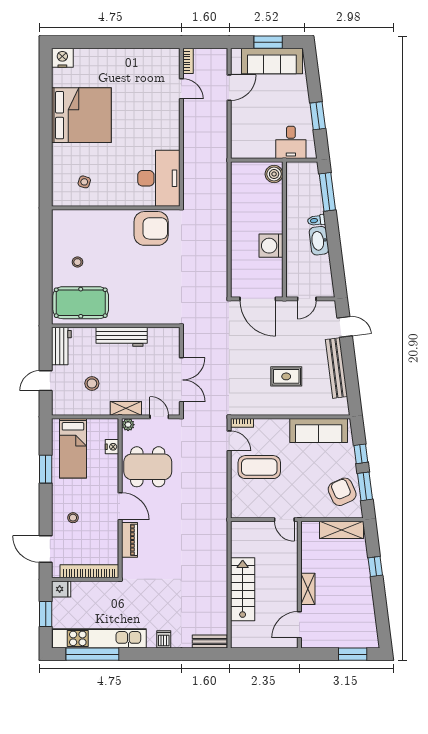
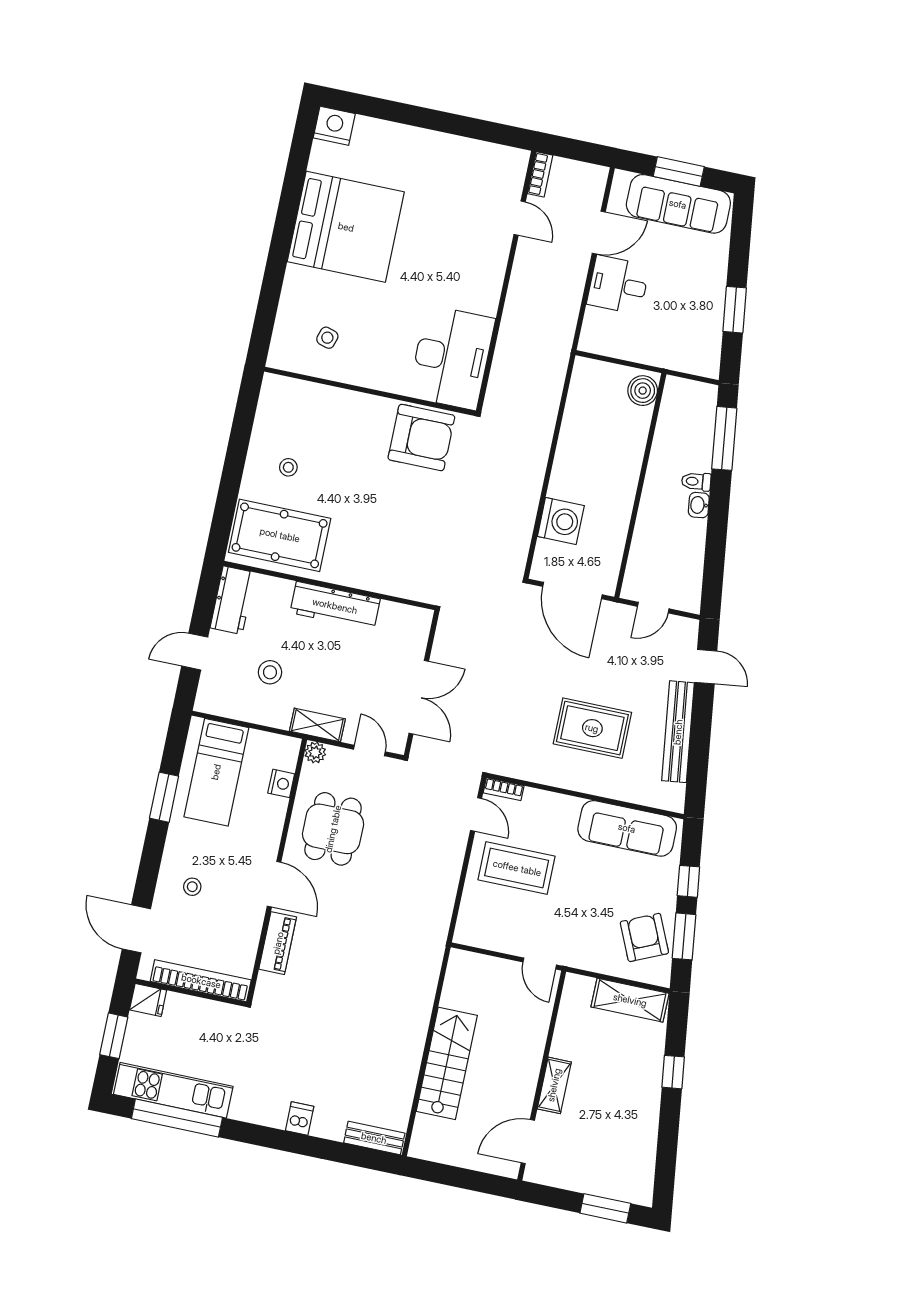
desk: (291, 142) -> (618, 285), moved, turned 90
washbasin: (319, 241) -> (699, 505), width x0.52, depth x0.69
washing machine: (271, 246) -> (561, 521), moved, turned 180
rug: (286, 376) -> (592, 728), width x1.36, depth x1.43
dining table: (148, 467) -> (333, 829), width x0.73
kitchen unit: (99, 638) -> (173, 1090), width x0.73

